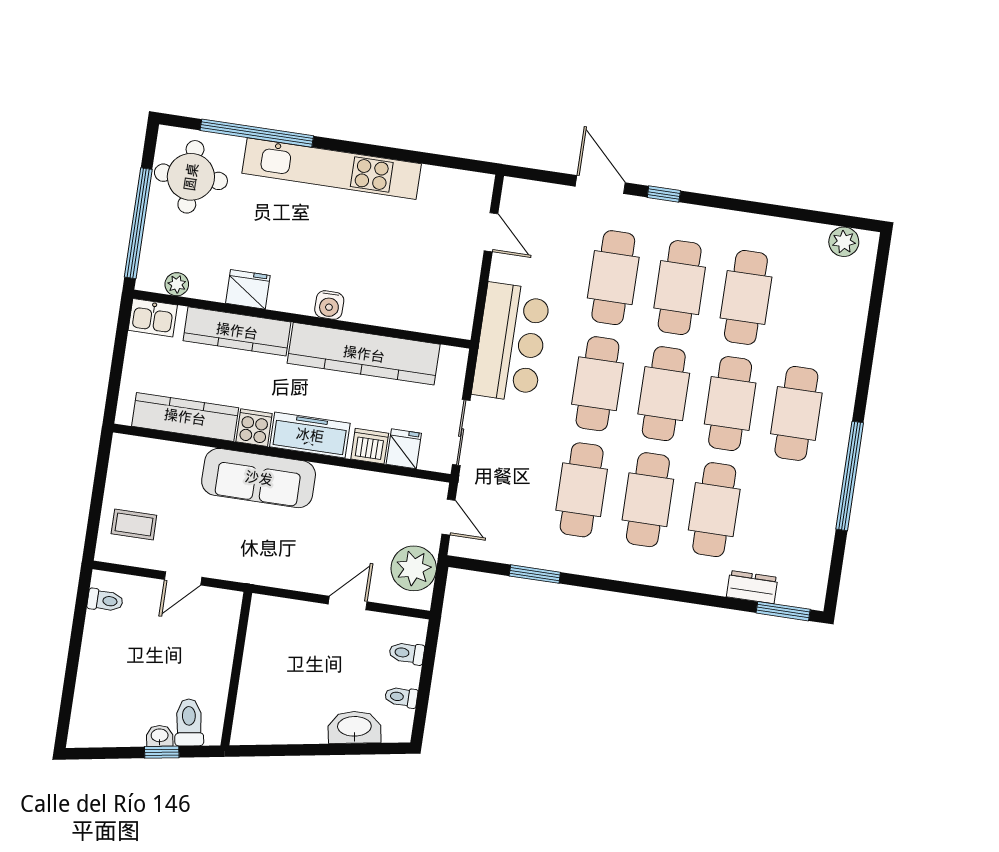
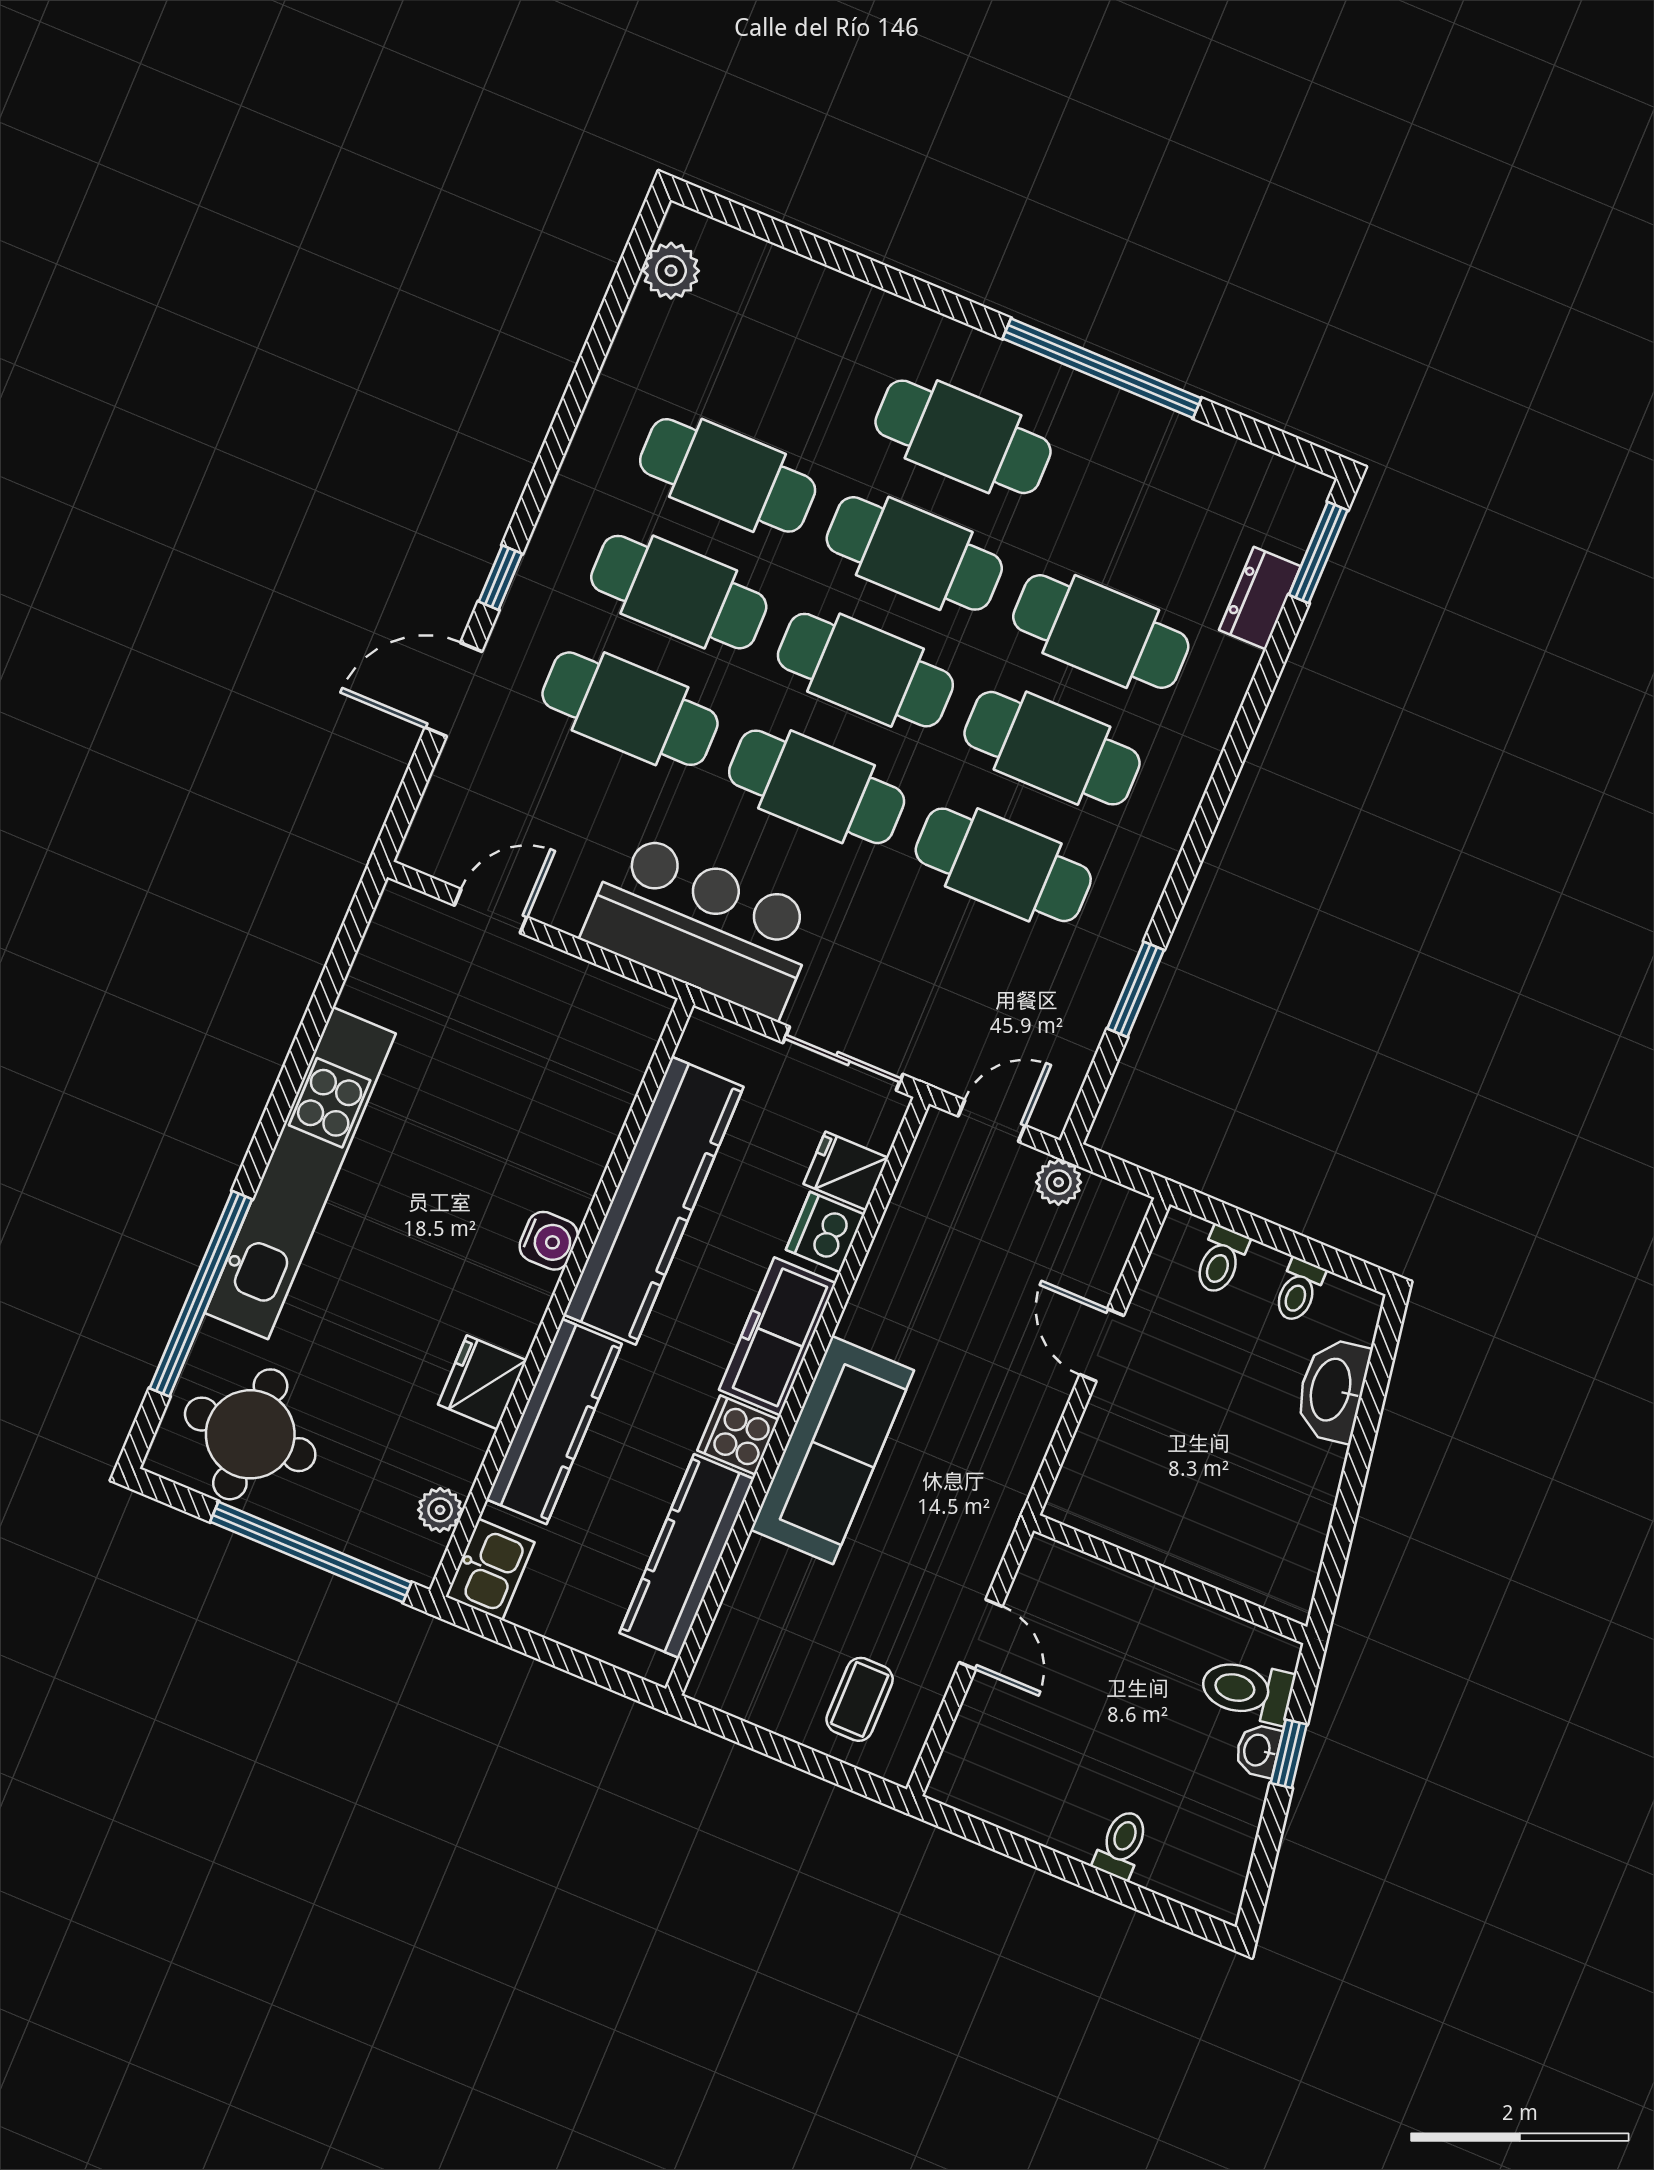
plant: (414, 568) -> (1059, 1182), width x0.53, depth x0.53
toilet: (105, 600) -> (1122, 1844), moved

